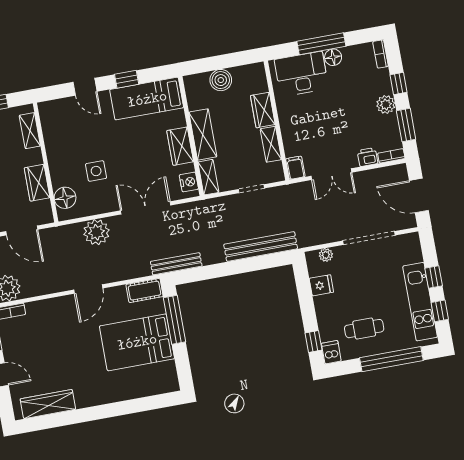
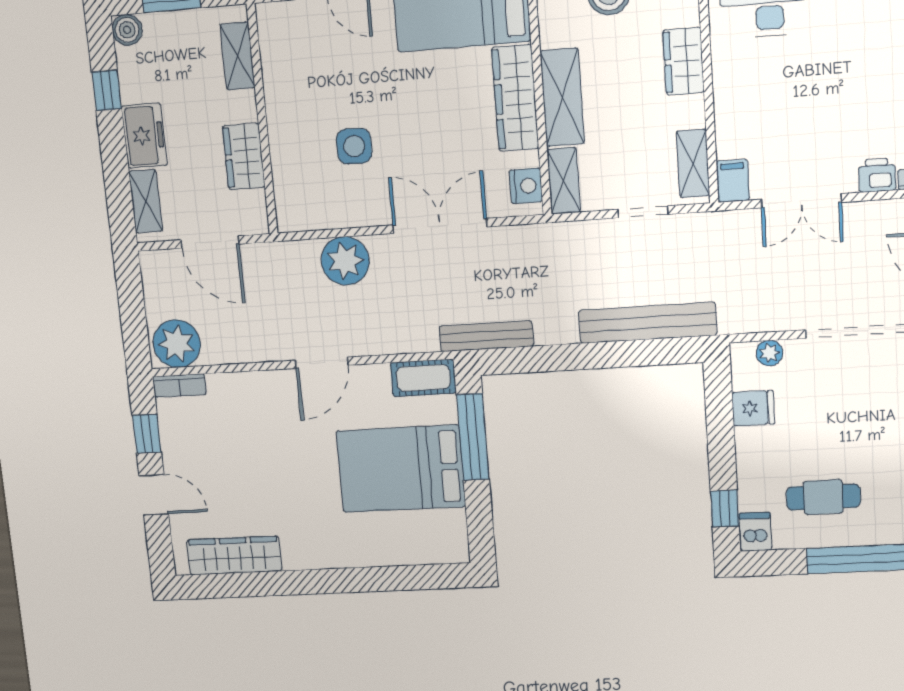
shelving: (271, 144) -> (693, 163), moved
wardrobe: (180, 146) -> (515, 98), width x1.50
floor lamp: (65, 198) -> (293, 190), removed

